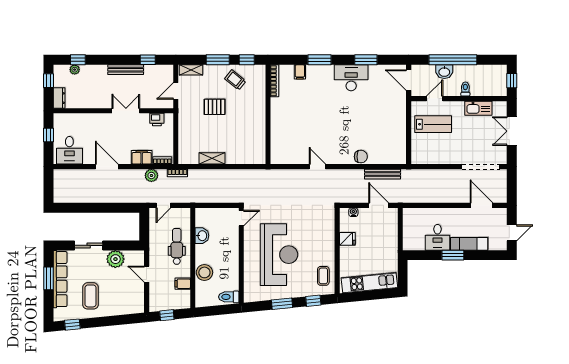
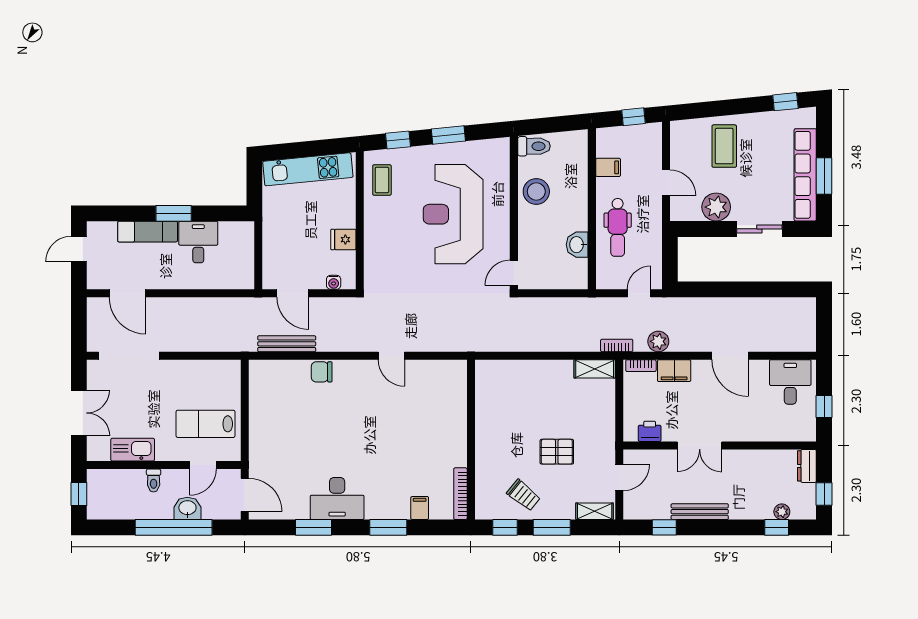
shelving: (212, 158) -> (595, 369), moved
stool: (204, 272) -> (536, 191), moved
coffee table: (91, 296) -> (724, 146), moved

